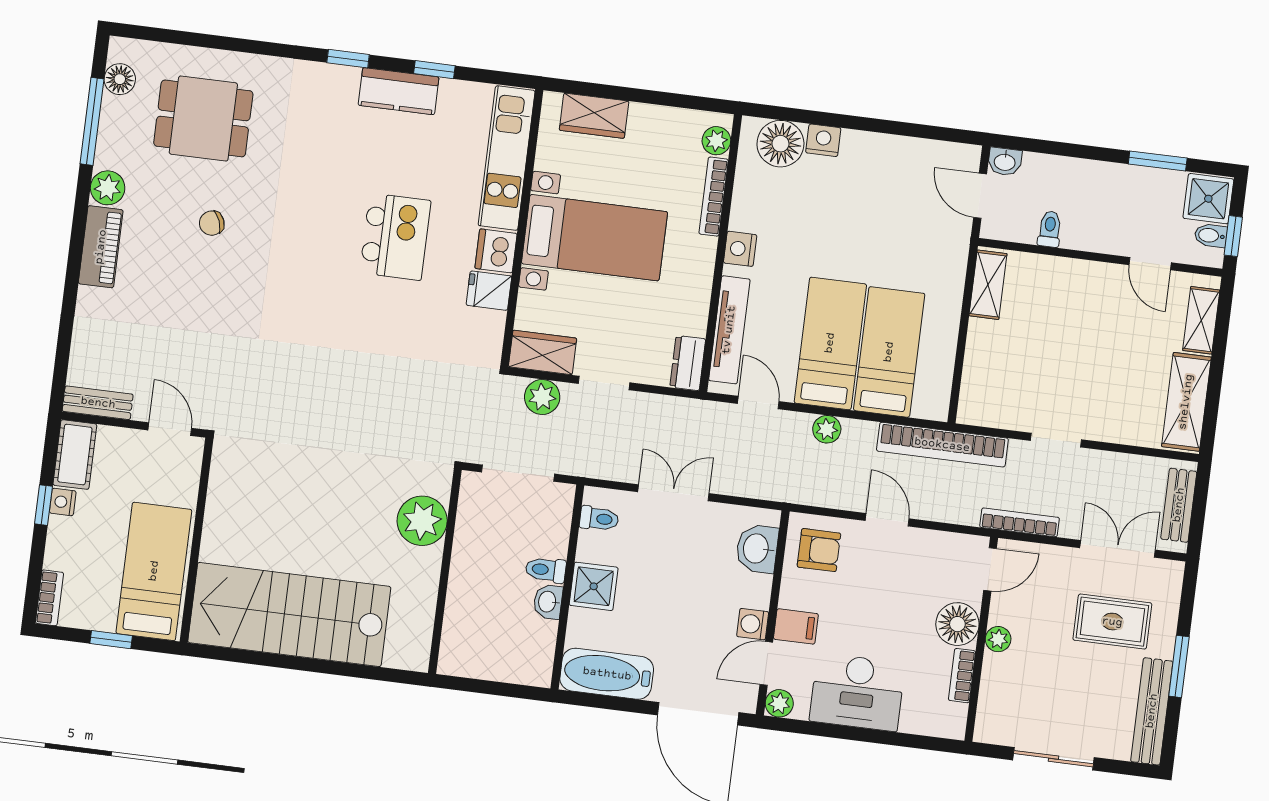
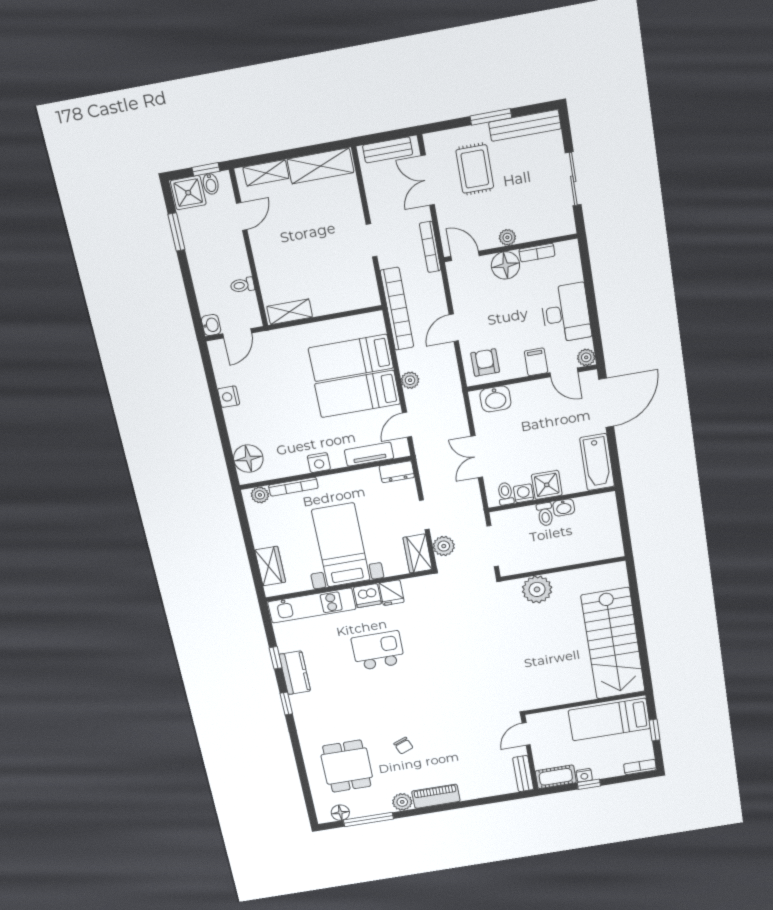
nightstand: (823, 140) -> (229, 397), moved
tv unit: (729, 330) -> (369, 454), width x0.71
washing machine: (753, 624) -> (524, 493), moved, turned 180

